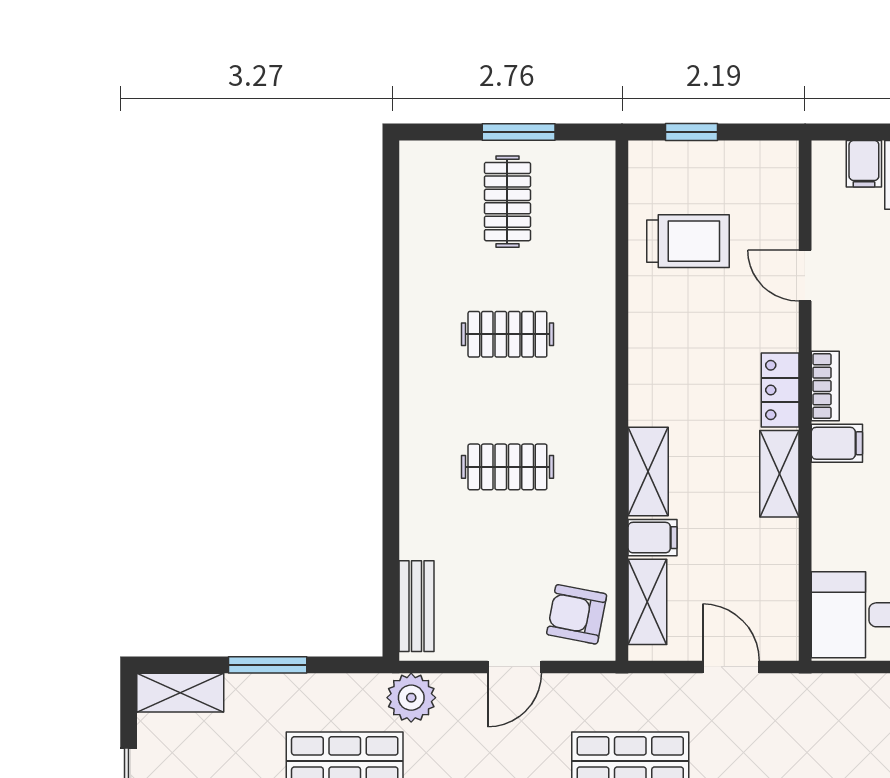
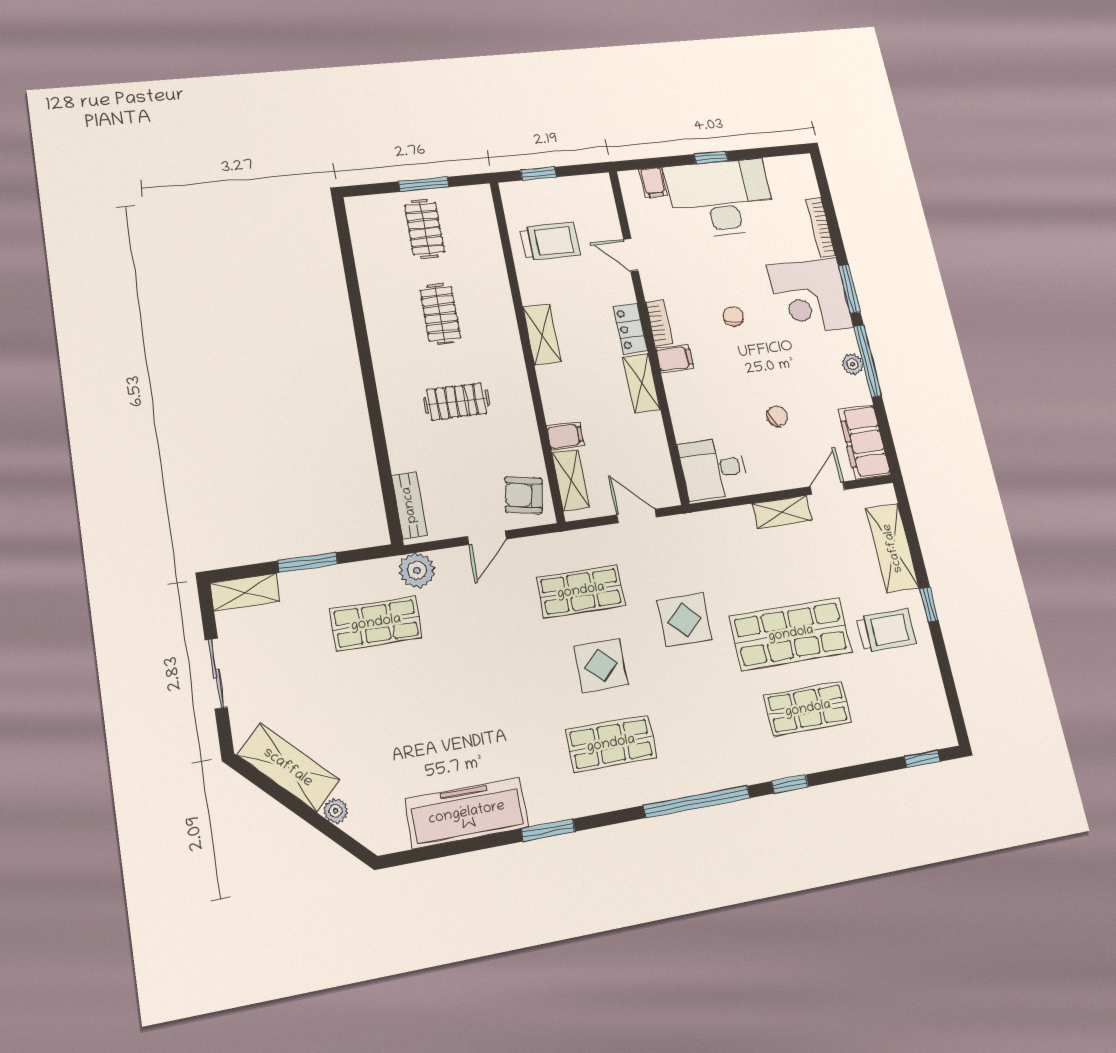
clothes rail: (507, 334) -> (440, 314), turned 90
shelving: (648, 472) -> (542, 334), moved

